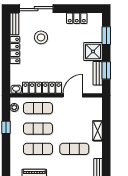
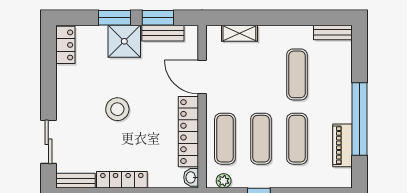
sliding door: (36, 9) -> (48, 142), width x0.73
locker: (77, 18) -> (65, 45), moved
window: (106, 36) -> (115, 18), moved
stool: (41, 37) -> (117, 109), moved
shelving: (98, 131) -> (239, 33), moved

